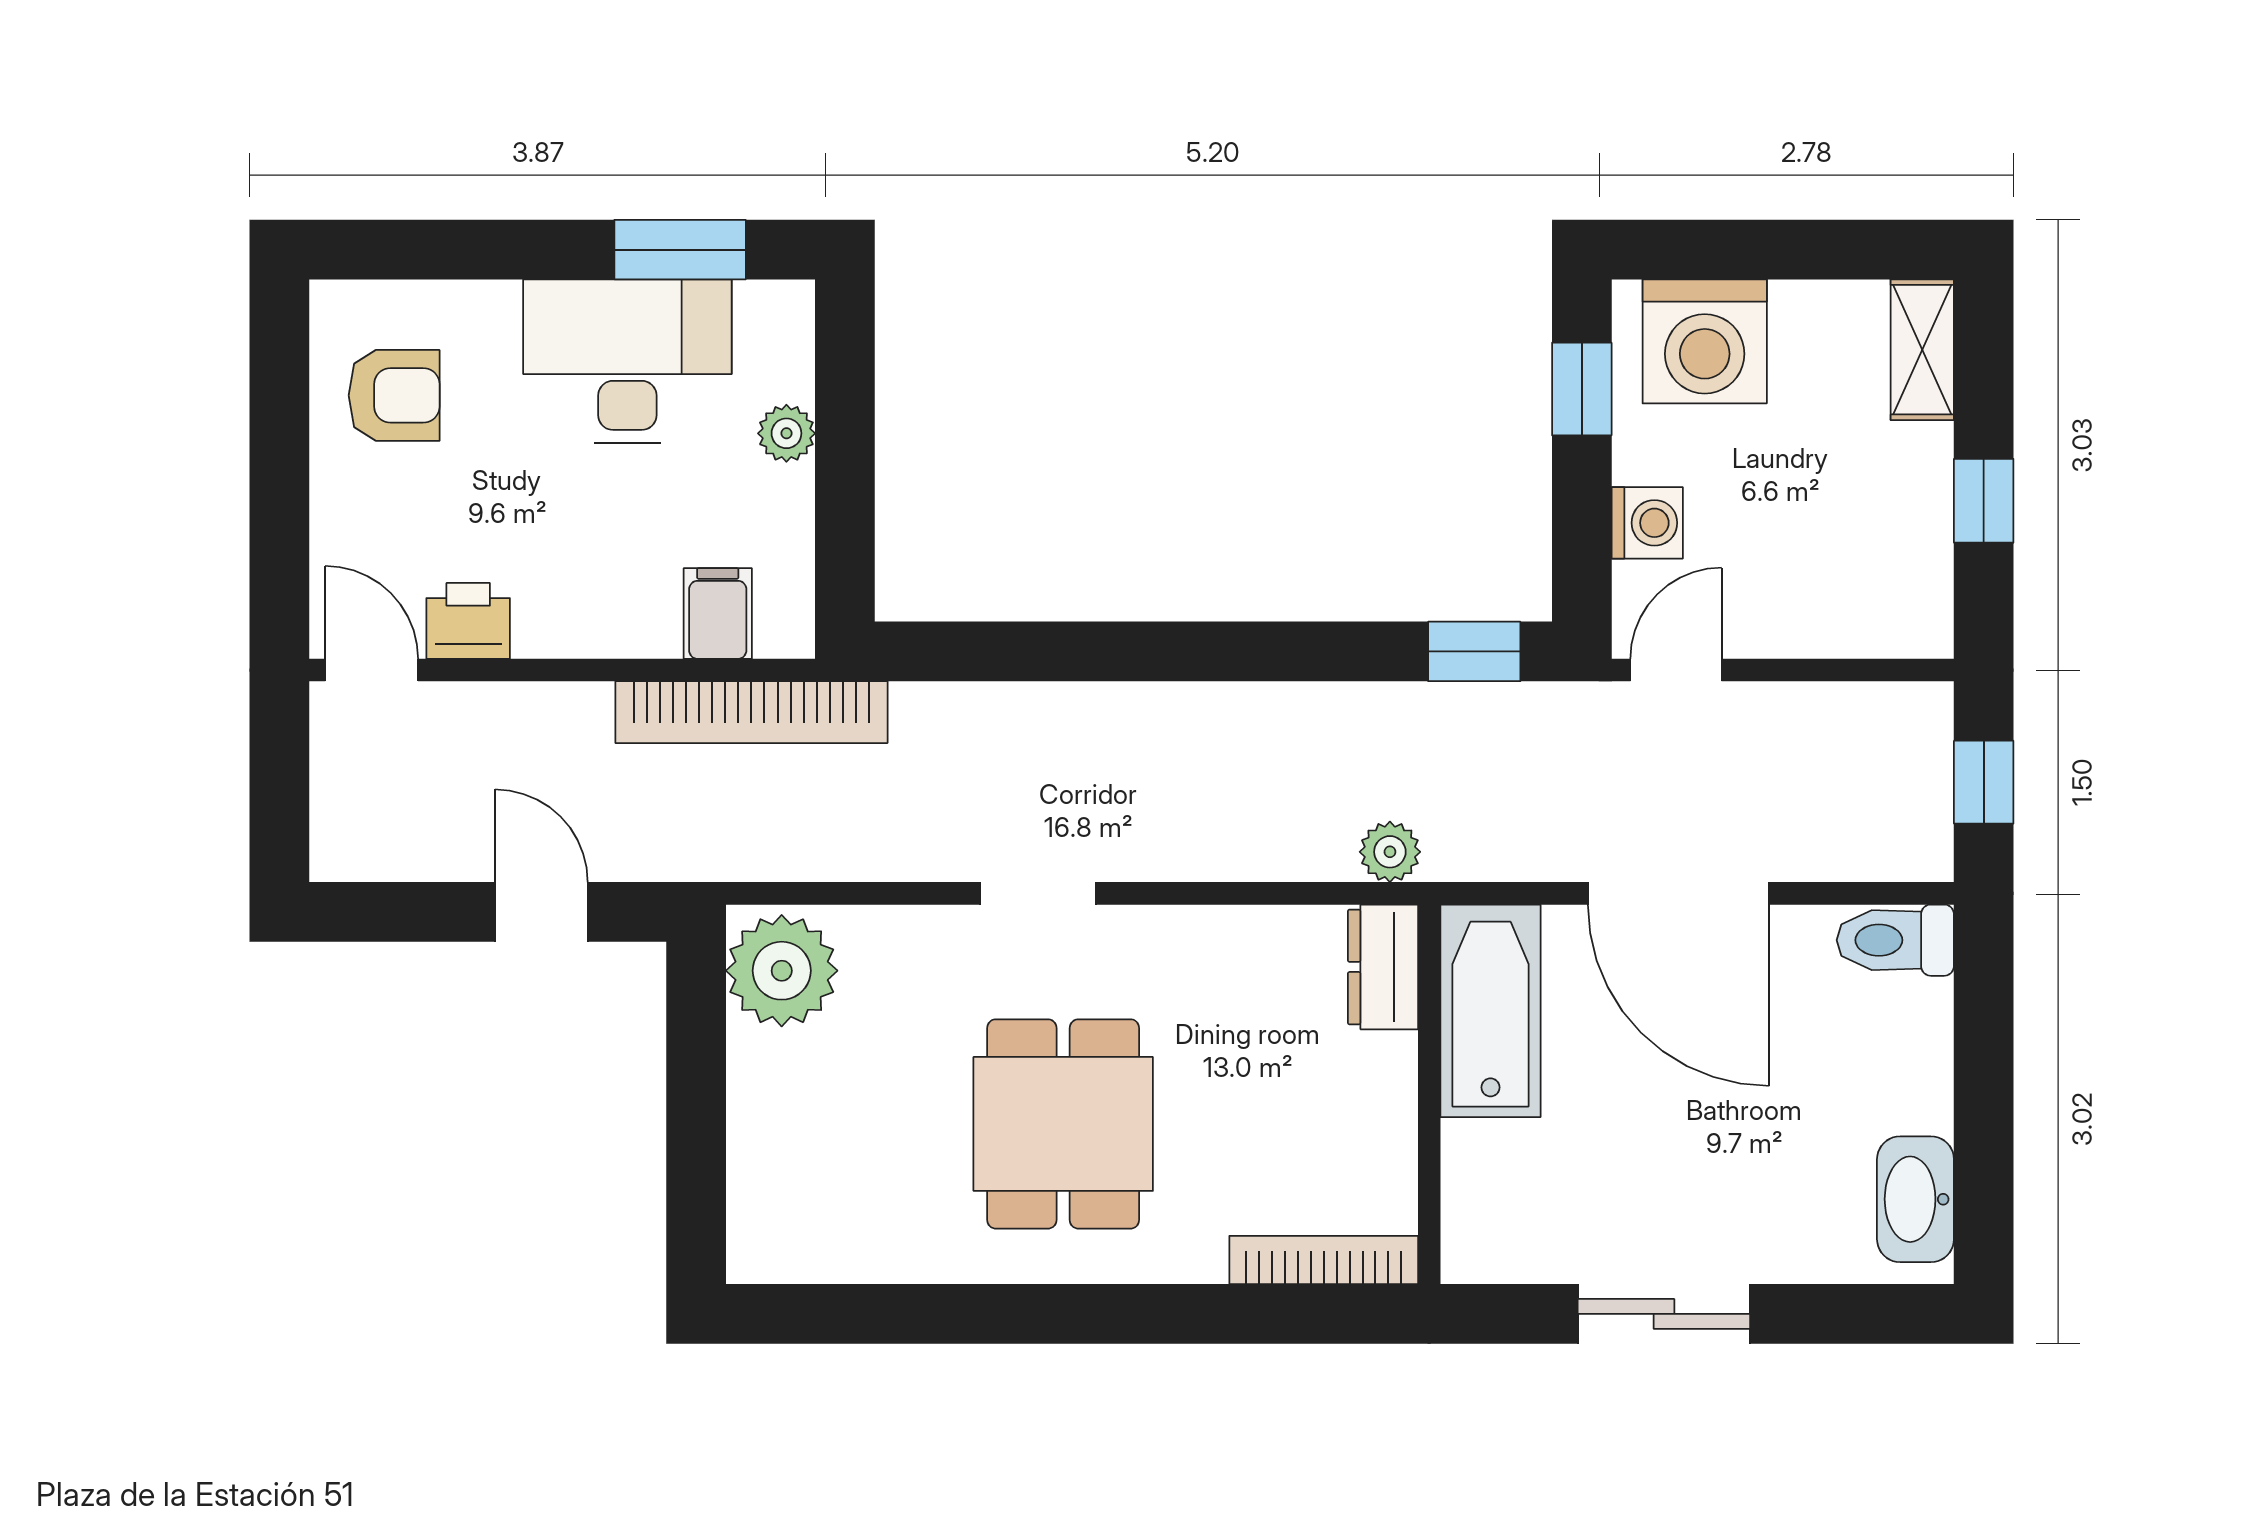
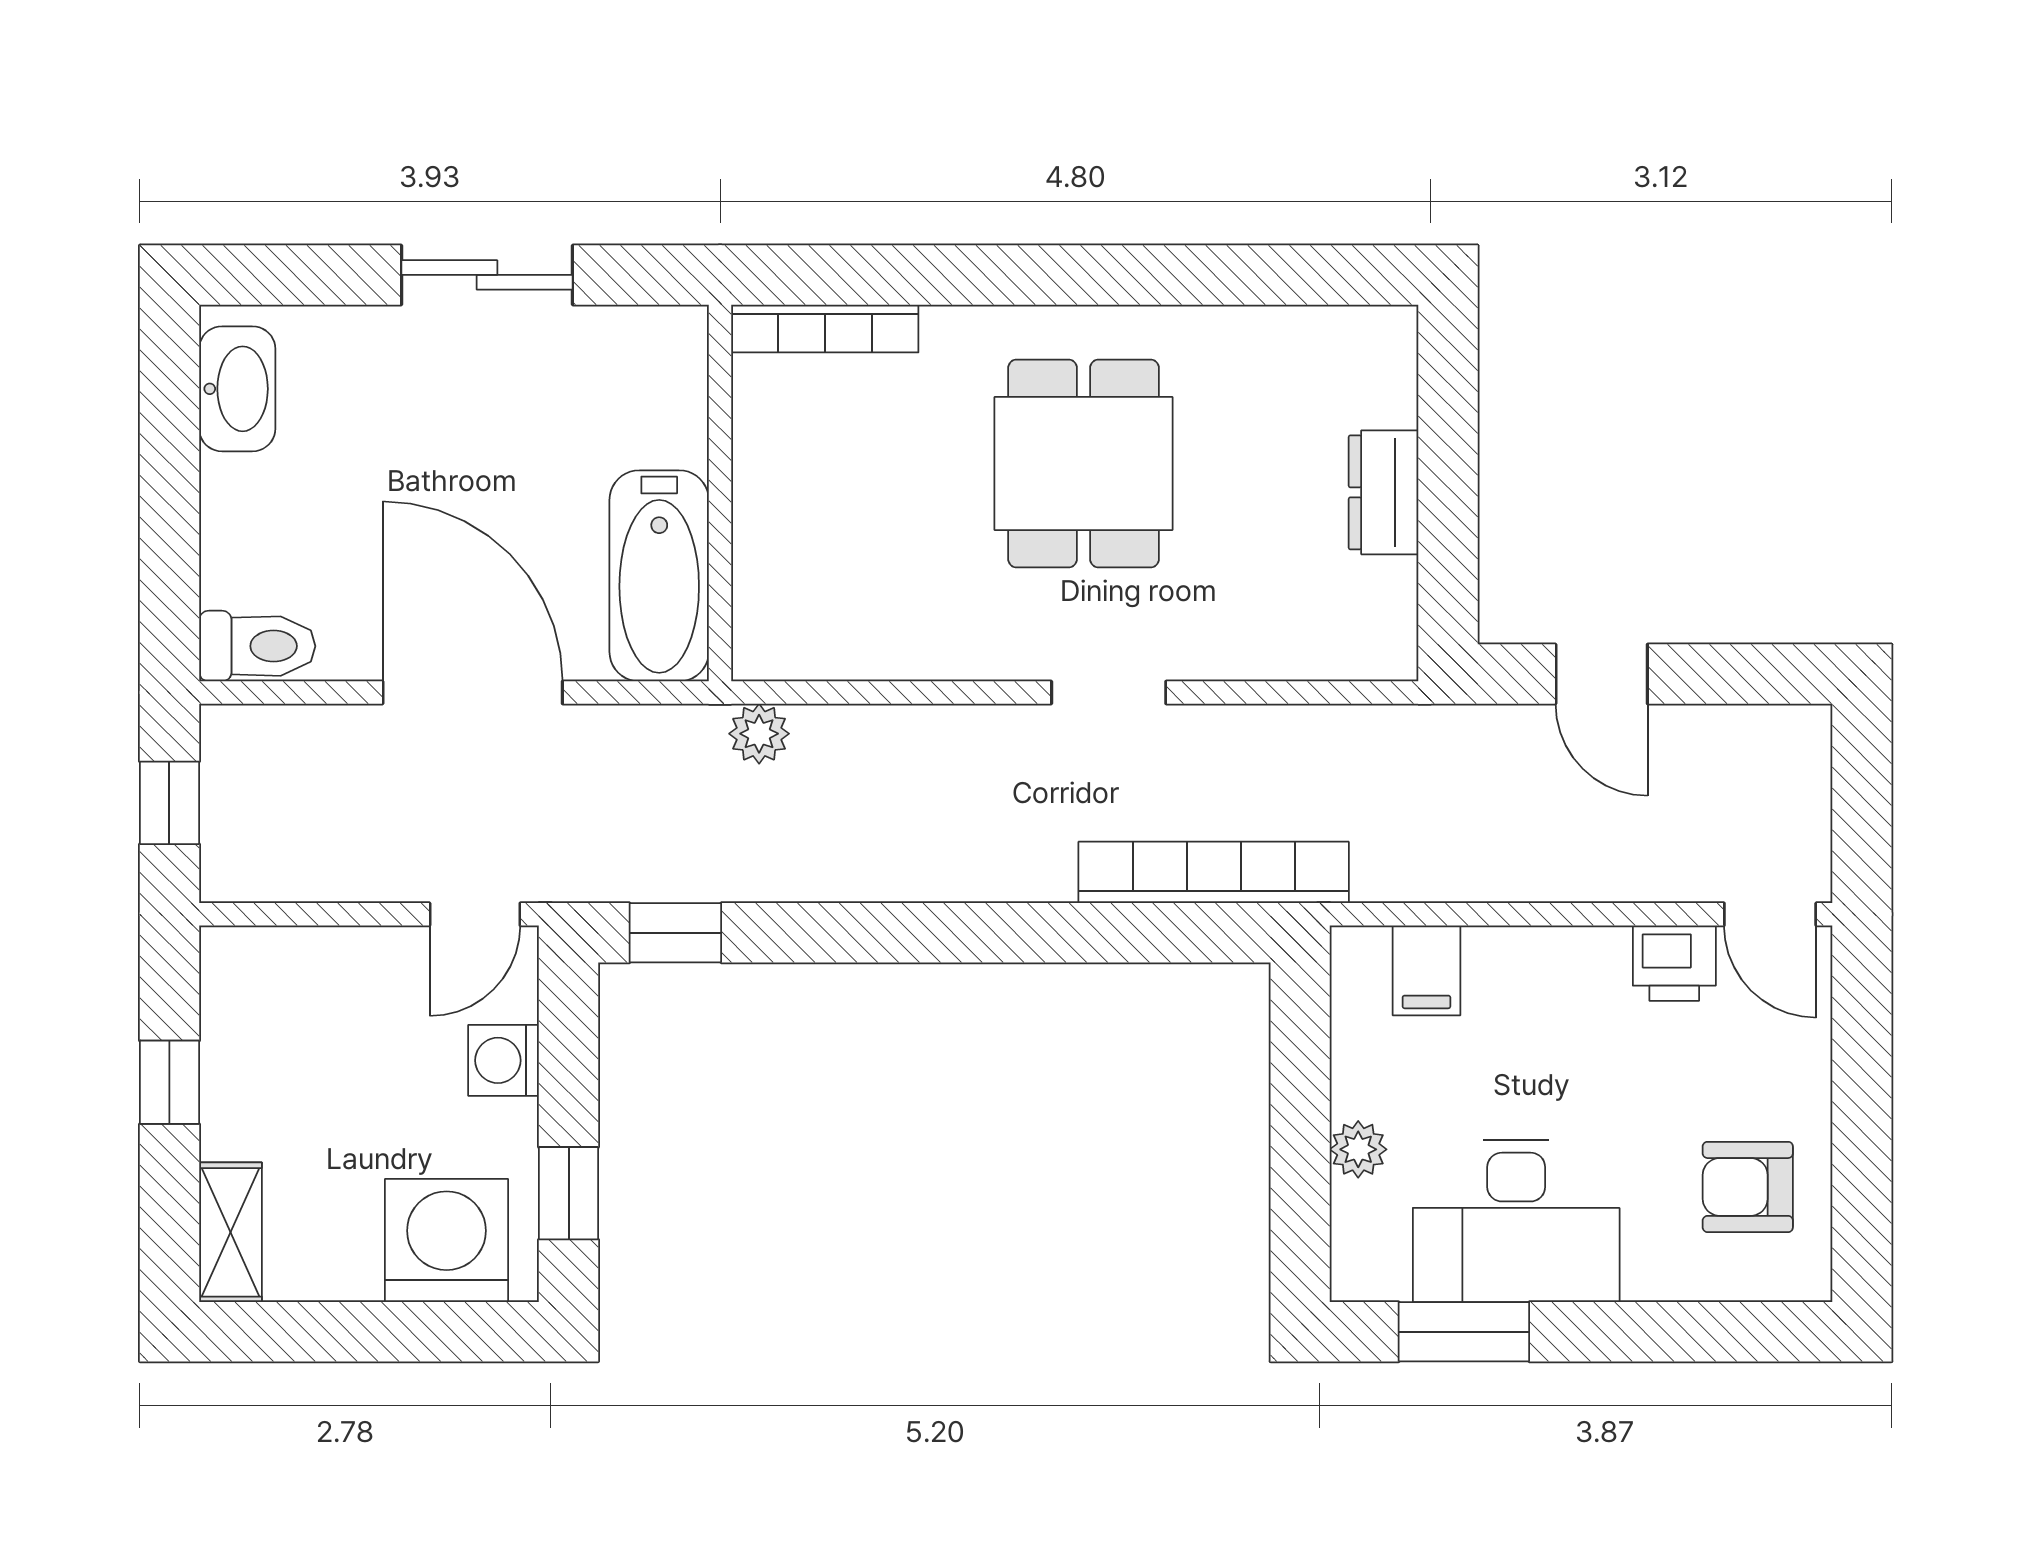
bookcase: (751, 712) -> (1214, 872), moved
dresser: (1383, 967) -> (1384, 492), moved, turned 180
plant: (782, 971) -> (1363, 616), removed

